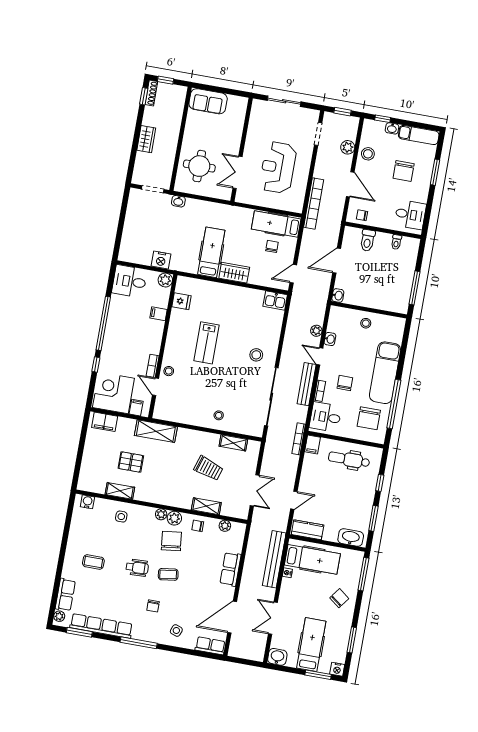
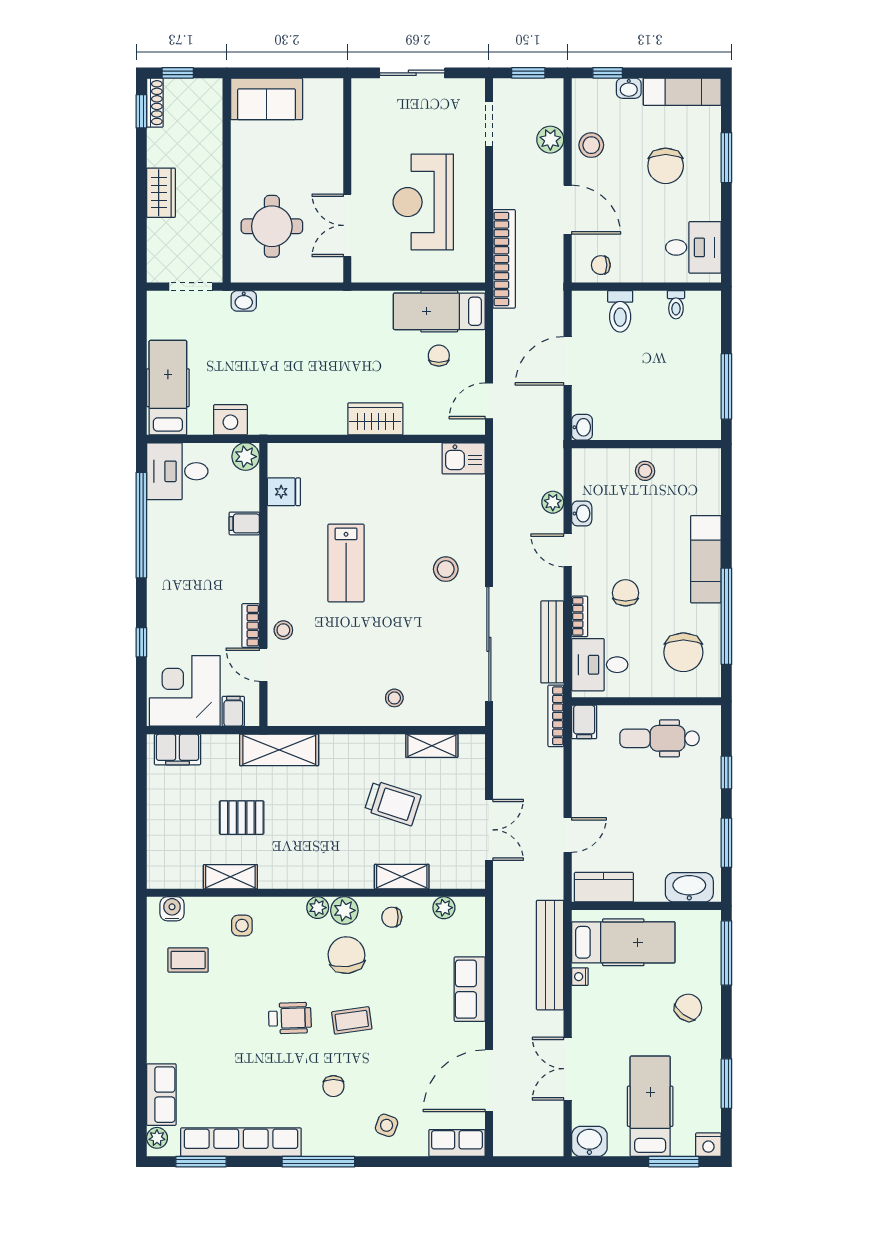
hospital bed: (211, 252) -> (168, 388), moved
window: (103, 323) -> (141, 525), moved
exam couch: (385, 373) -> (706, 559), width x0.73, depth x0.69
bench: (307, 384) -> (552, 642), moved
coffee table: (93, 562) -> (188, 960), moved

